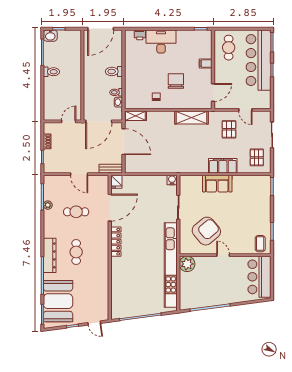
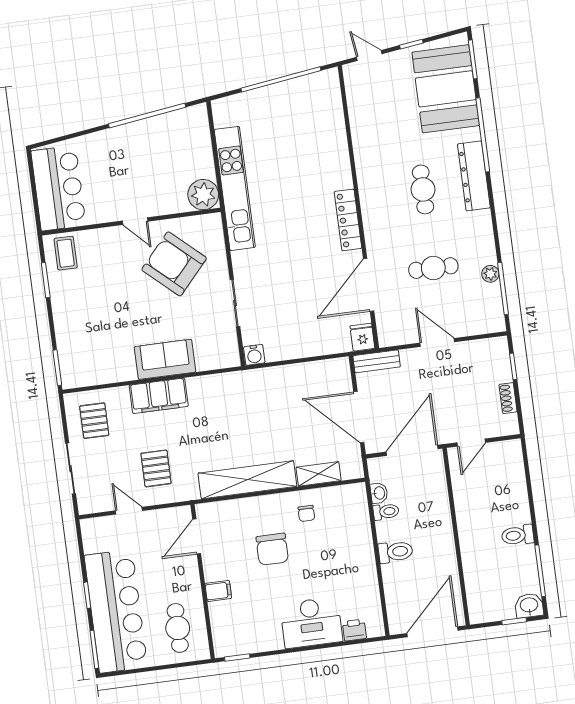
shelving: (135, 116) -> (319, 474), moved
shelving: (191, 118) -> (247, 480), width x1.47
armchair: (206, 231) -> (174, 264), turned 82
kitchen unit: (171, 265) -> (235, 188), width x0.73

